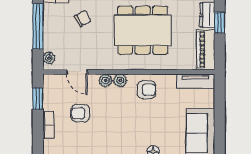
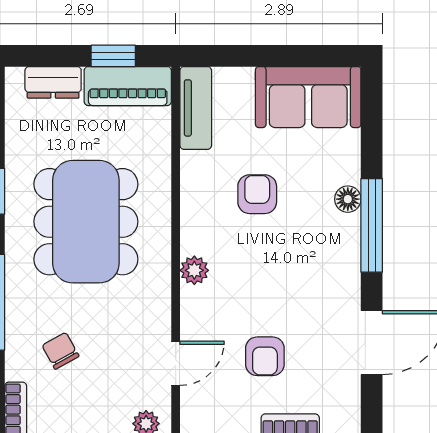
window: (220, 23) -> (113, 56), moved
plant: (106, 80) -> (194, 302), removed
armchair: (147, 90) -> (257, 194), moved

